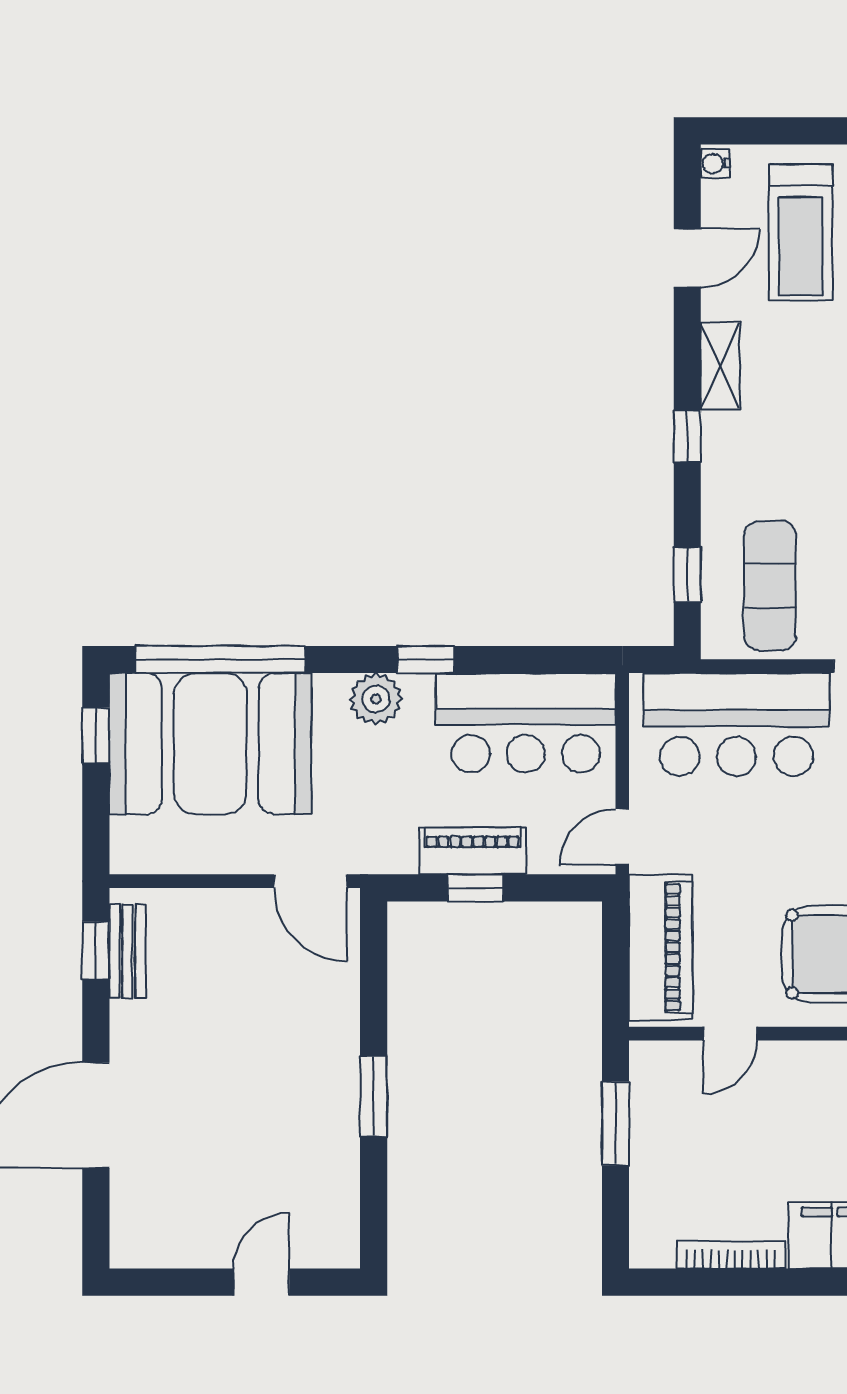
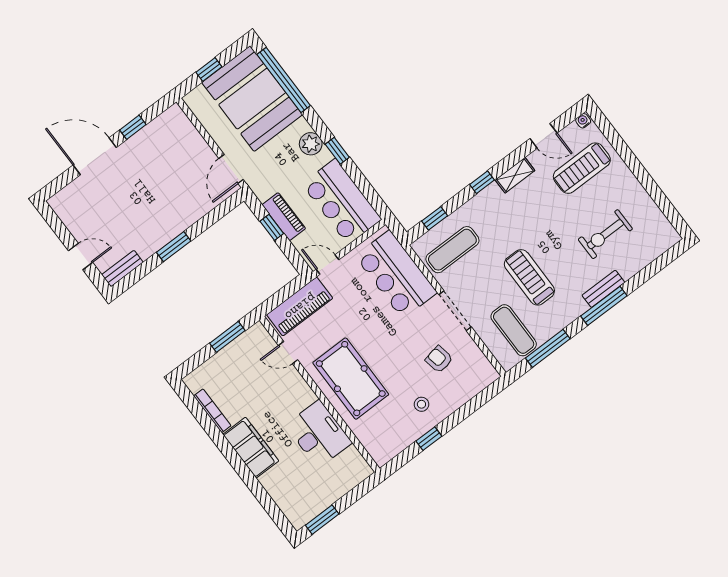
window: (96, 736) -> (209, 70), moved
window: (96, 951) -> (133, 127), moved
bench: (127, 951) -> (122, 268), moved

